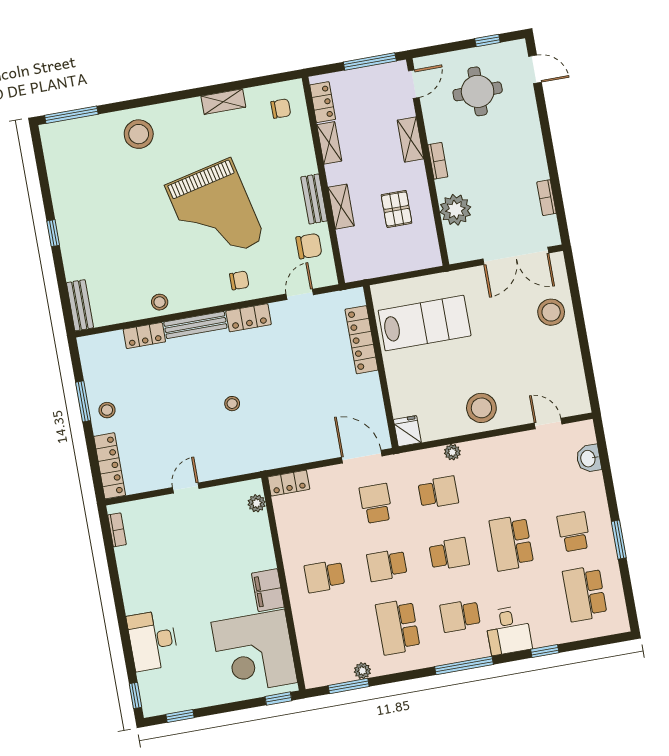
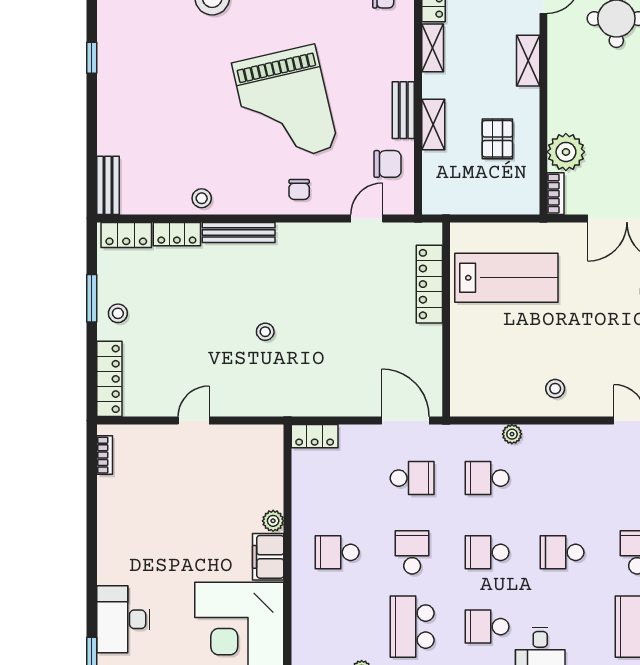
bookcase: (438, 161) -> (556, 194), moved
window: (53, 233) -> (92, 58), moved
chair: (239, 280) -> (299, 189), turned 90
locker: (249, 318) -> (126, 235), moved
stool: (481, 408) -> (555, 389), width x0.53, depth x0.53
fridge: (407, 431) -> (464, 400), removed
school desk: (438, 492) -> (487, 478), turned 180
plant: (257, 503) -> (273, 521), moved
school desk: (376, 503) -> (412, 478), turned 90
school desk: (511, 543) -> (562, 552), width x0.54
school desk: (449, 554) -> (487, 552), turned 180
school desk: (387, 565) -> (412, 552), turned 90
desk: (153, 640) -> (123, 619), moved

